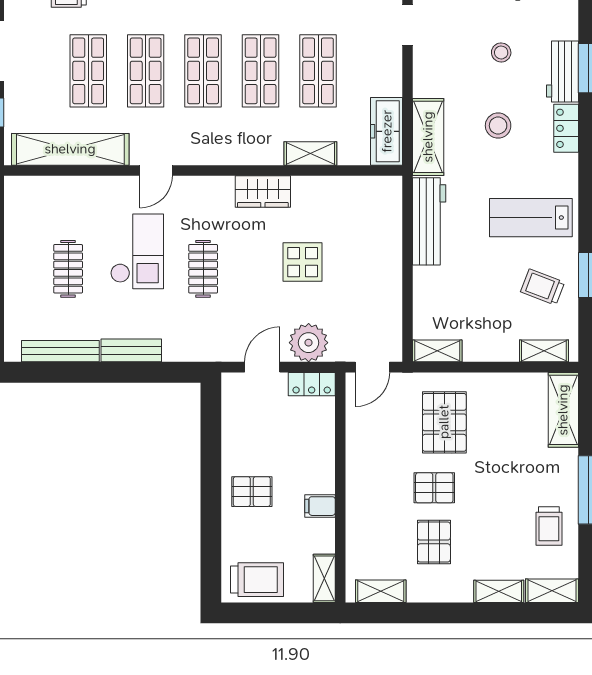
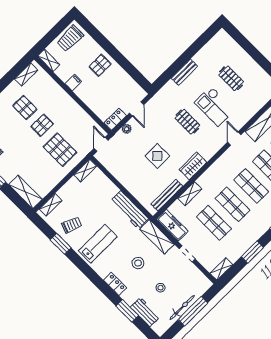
doorway: (407, 25) -> (187, 254), moved
workbench: (562, 72) -> (145, 312), moved
plant: (309, 343) -> (127, 129), width x0.53, depth x0.53
bench: (60, 351) -> (167, 195), moved

